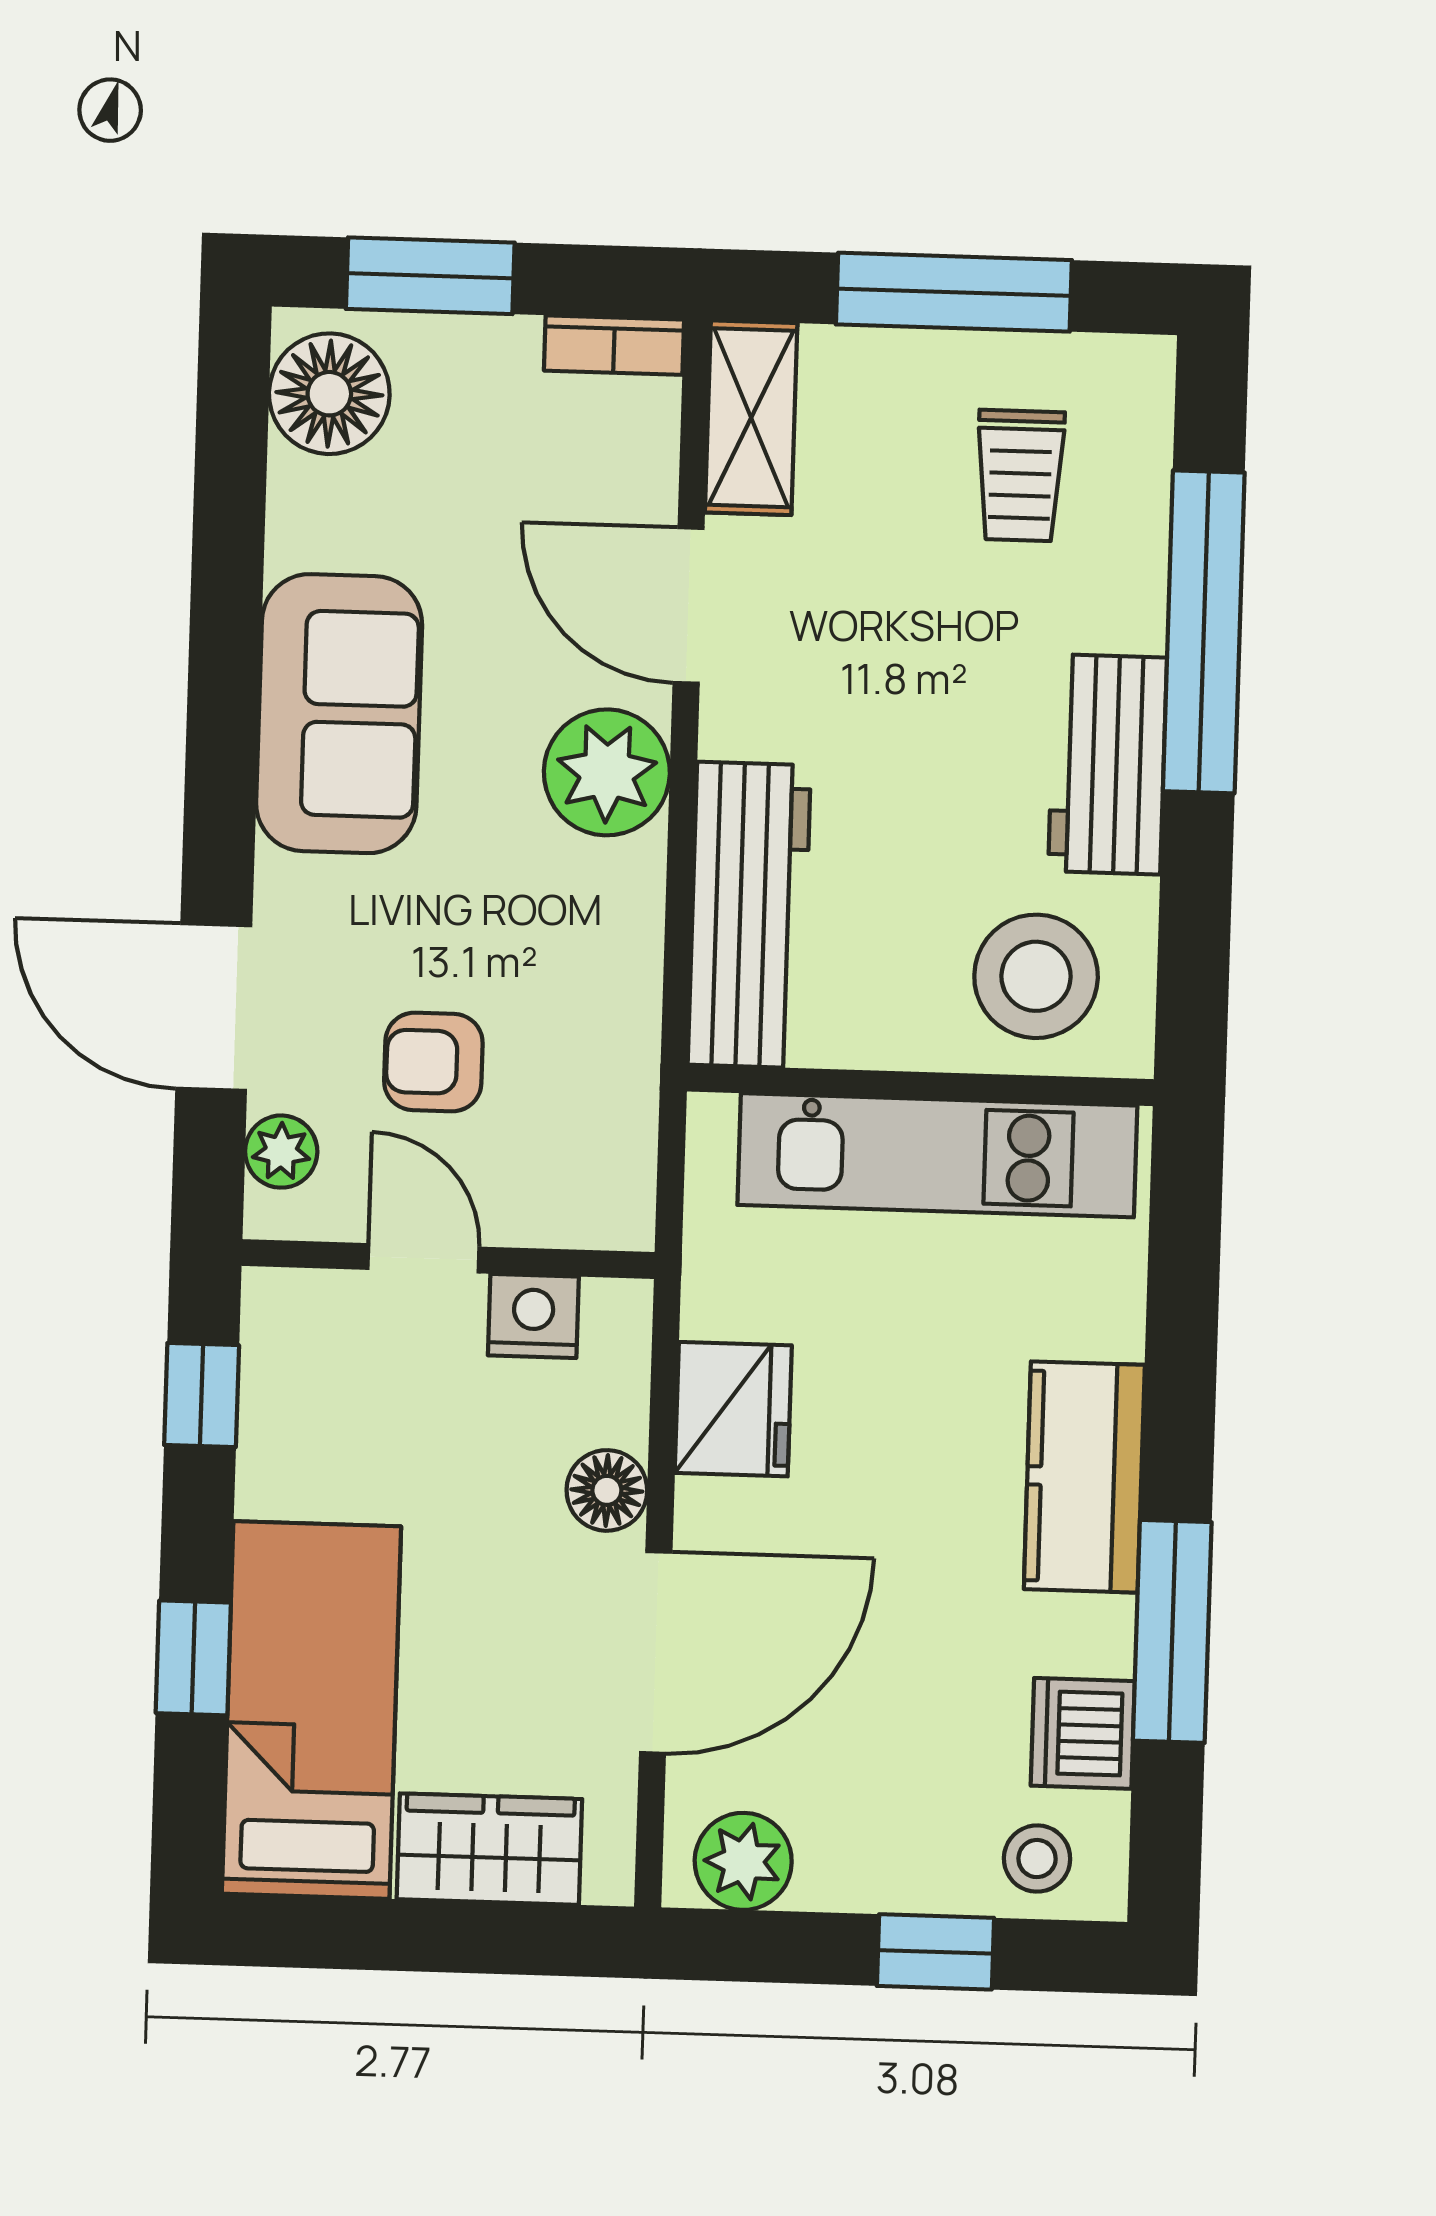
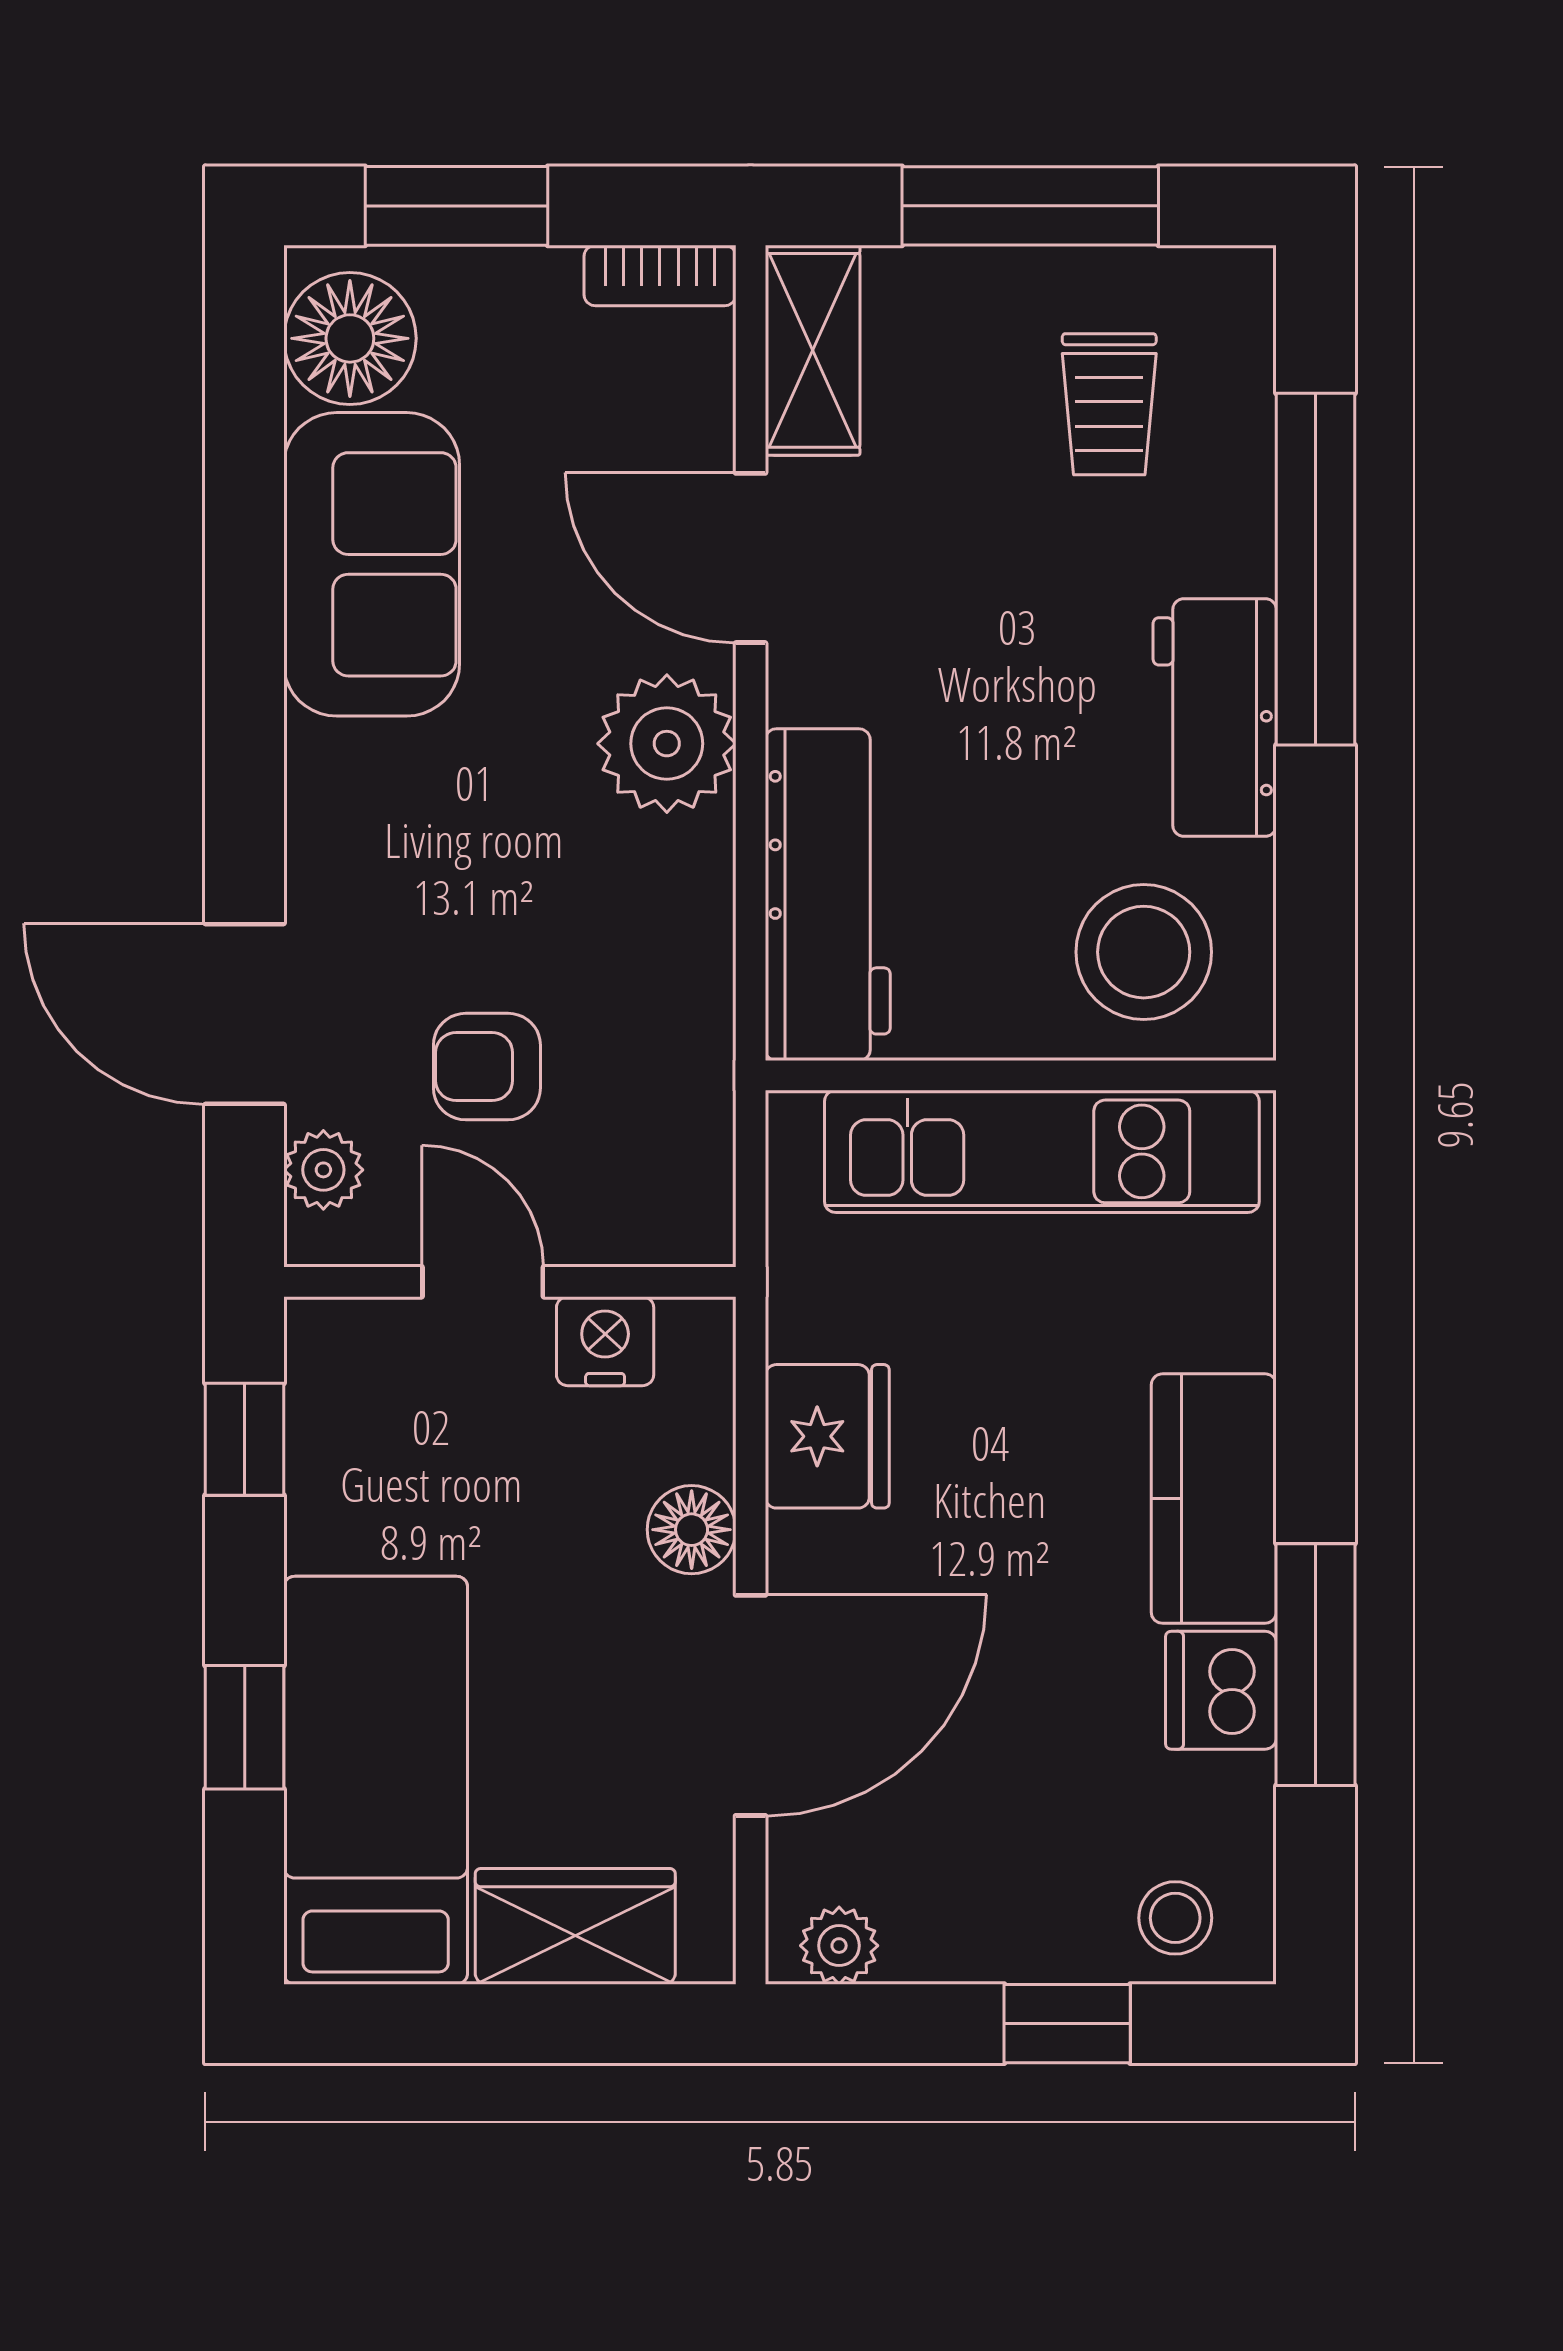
sofa: (339, 714) -> (372, 564), moved
dishwasher: (1083, 1733) -> (1221, 1690), moved
plant: (743, 1861) -> (839, 1946), width x0.73, depth x0.73

